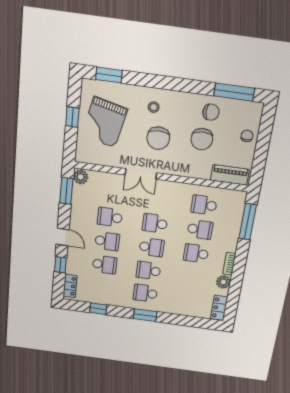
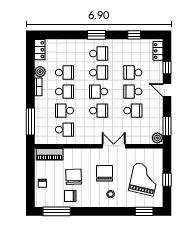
school desk: (192, 277) -> (65, 73), added

